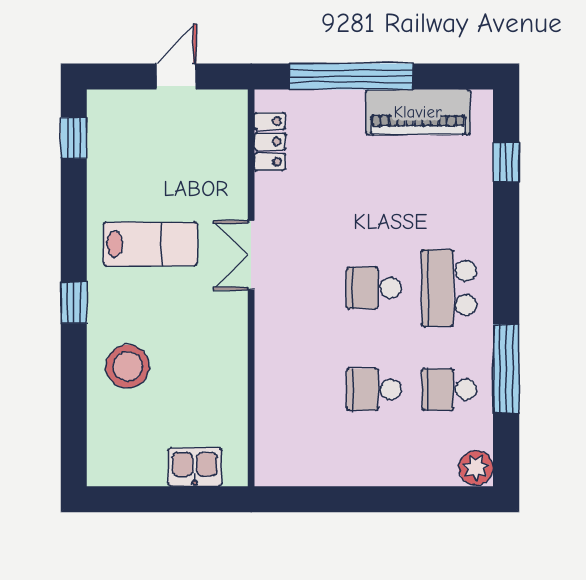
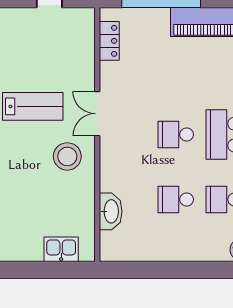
stool: (128, 366) -> (67, 156), moved
washbasin: (272, 408) -> (111, 211), added

